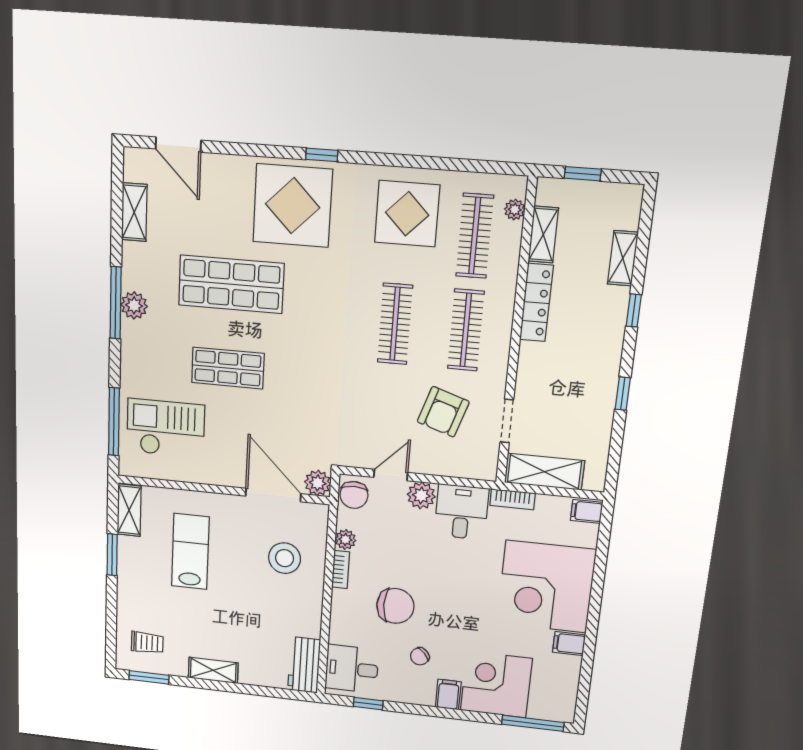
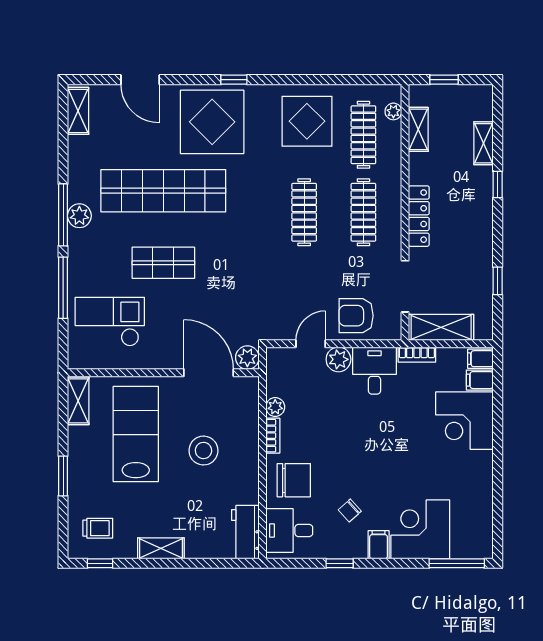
door: (178, 145) -> (140, 80), moved
shelving: (134, 212) -> (78, 111), moved
shop shelf: (231, 284) -> (163, 191), width x1.40
locker: (536, 303) -> (419, 216), moved
window: (623, 394) -> (498, 281), moved
armchair: (443, 412) -> (356, 316), moved, turned 72
doorway: (507, 421) -> (405, 286), width x1.38
window: (114, 422) -> (63, 288), moved
chair: (354, 495) -> (280, 365), removed
lab bench: (190, 552) -> (136, 434), width x1.36, depth x1.39
window: (112, 555) -> (63, 476), moved
stool: (285, 558) -> (203, 451), moved
corner desk: (546, 587) -> (464, 421), width x0.74, depth x0.74
chair: (395, 606) -> (294, 480), moved
filing cabinet: (569, 644) -> (480, 380), moved
window: (149, 677) -> (100, 563), width x0.67
window: (368, 704) -> (340, 563), moved

